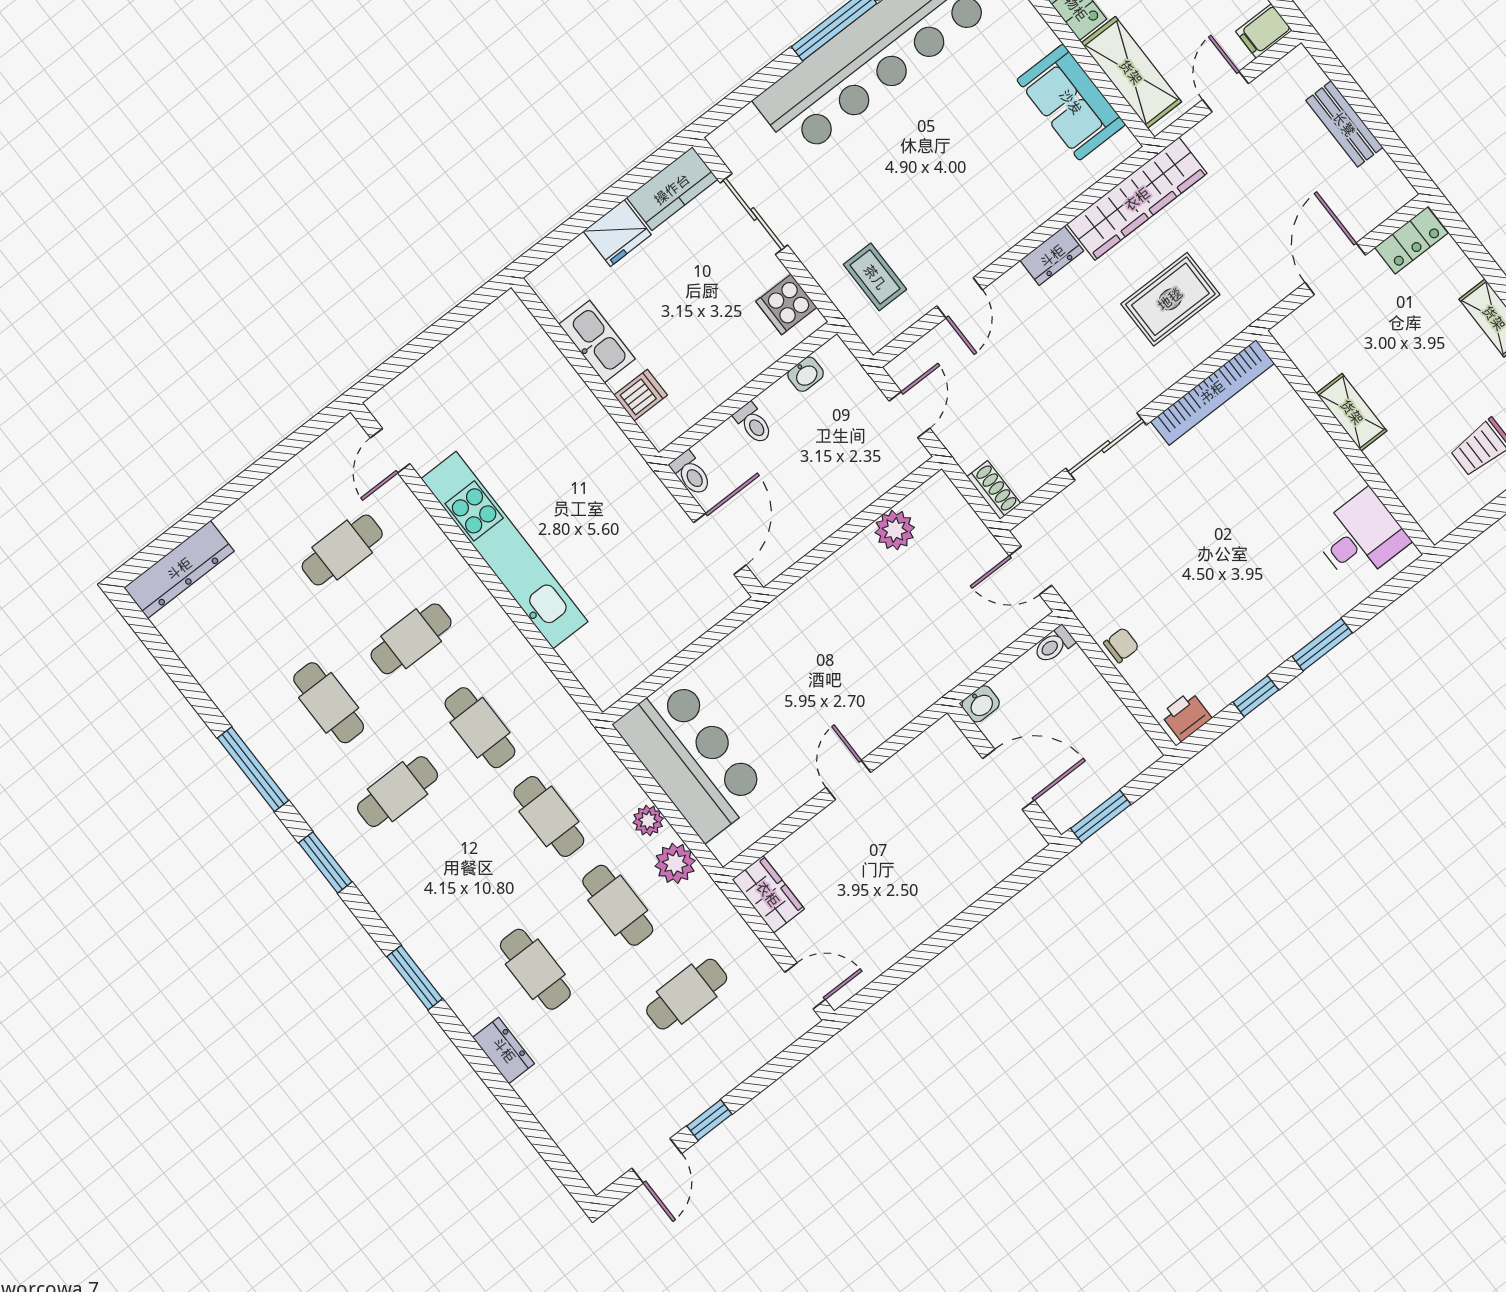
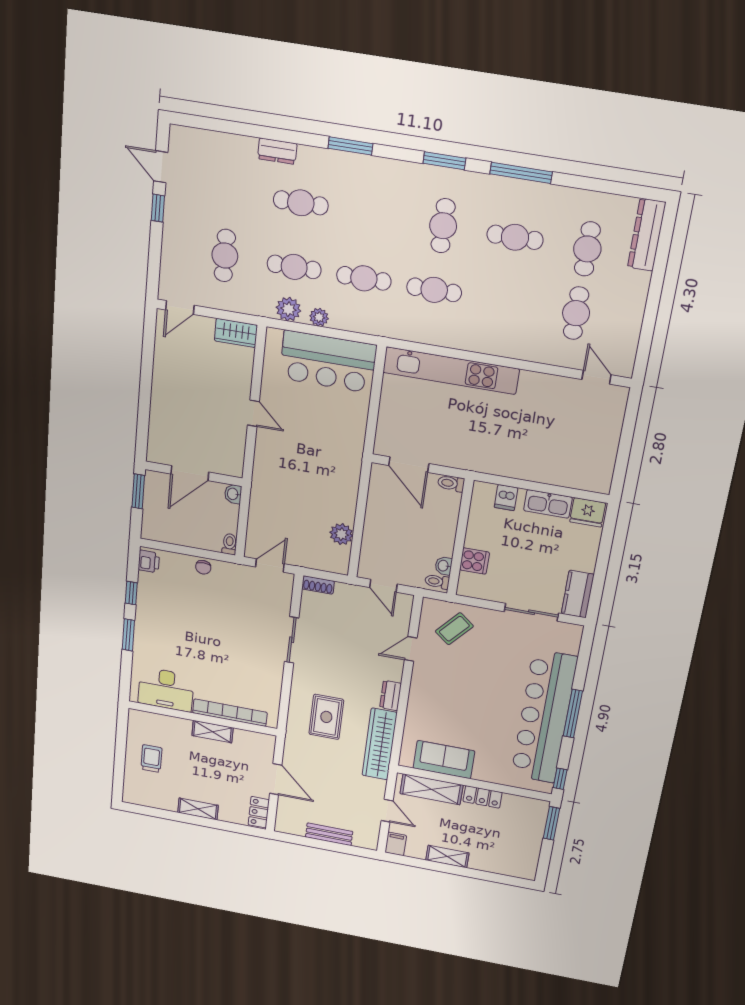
fridge: (617, 233) -> (588, 512), moved, turned -90
coffee table: (875, 277) -> (454, 629), turned -50
door: (960, 298) -> (411, 649), hinge flipped
cooker: (786, 304) -> (475, 561), moved, turned 90
bookcase: (1212, 392) -> (230, 713), moved, turned 90
toilet: (753, 423) -> (437, 581), moved
desk: (1360, 537) -> (166, 689), width x1.37
kitchen unit: (505, 550) -> (451, 371), moved
cafe table: (411, 639) -> (587, 249), moved

